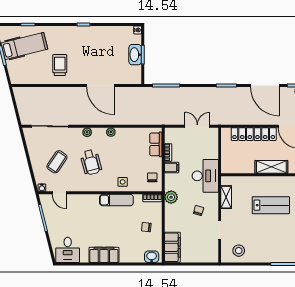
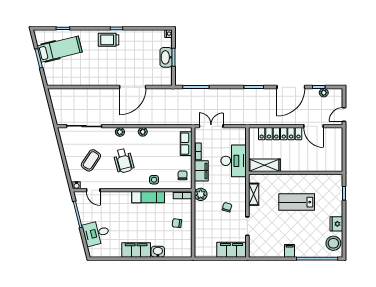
trolley: (60, 65) -> (109, 40), moved, turned -90
door: (100, 86) -> (133, 87), hinge flipped
door: (265, 86) -> (291, 87), hinge flipped
double door: (197, 126) -> (211, 126), moved
filing cabinet: (172, 167) -> (201, 171), width x2.00
shelving: (271, 167) -> (264, 165), moved
desk: (205, 176) -> (234, 161), moved
lab bench: (271, 205) -> (297, 202), turned 180
filing cabinet: (172, 247) -> (232, 250), moved, turned -90
desk: (68, 250) -> (96, 233), moved, turned 76
stool: (239, 251) -> (266, 246), removed
filing cabinet: (264, 256) -> (290, 251), added
washbasin: (152, 257) -> (158, 252), moved

